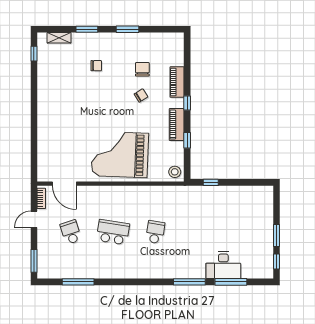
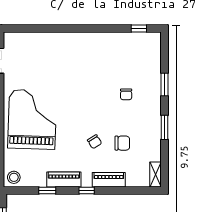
shelving: (59, 38) -> (156, 174), moved

